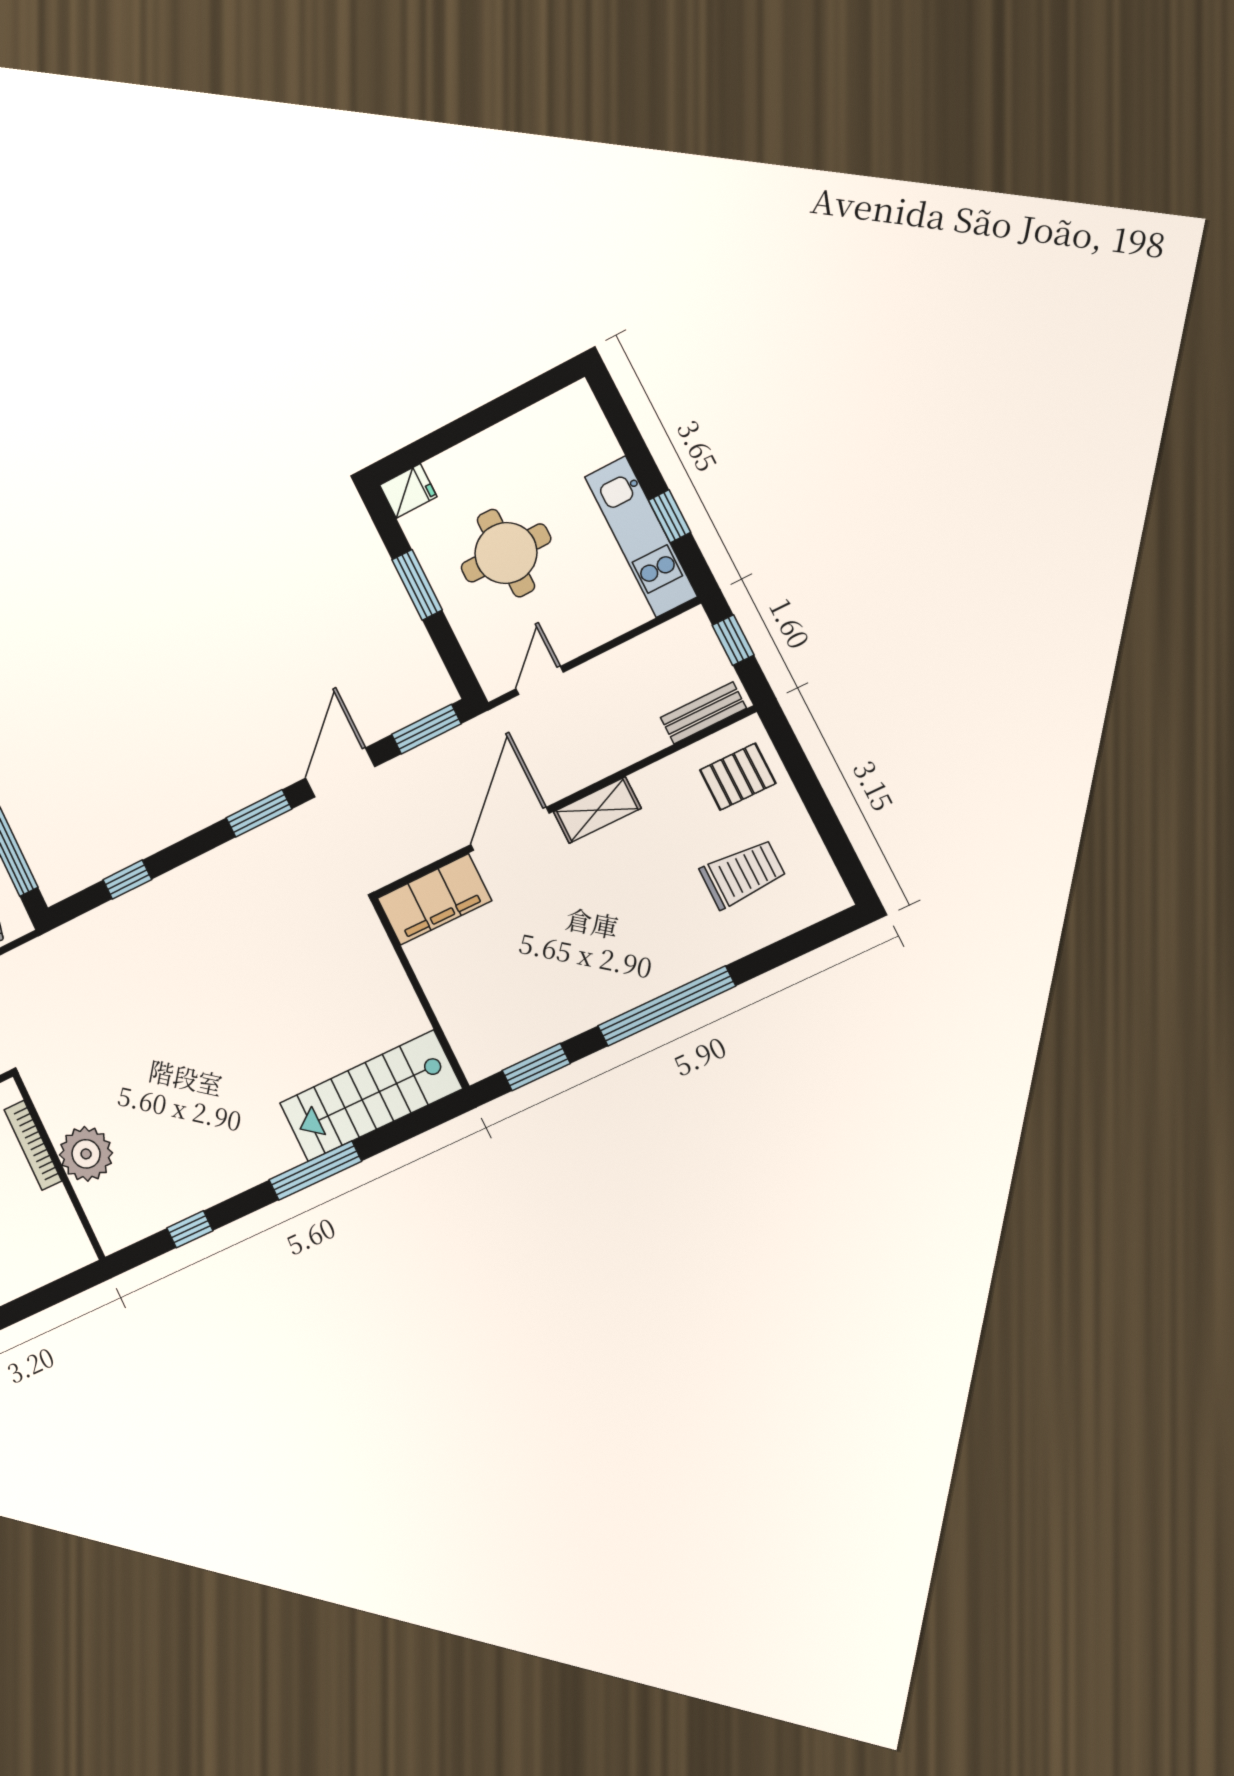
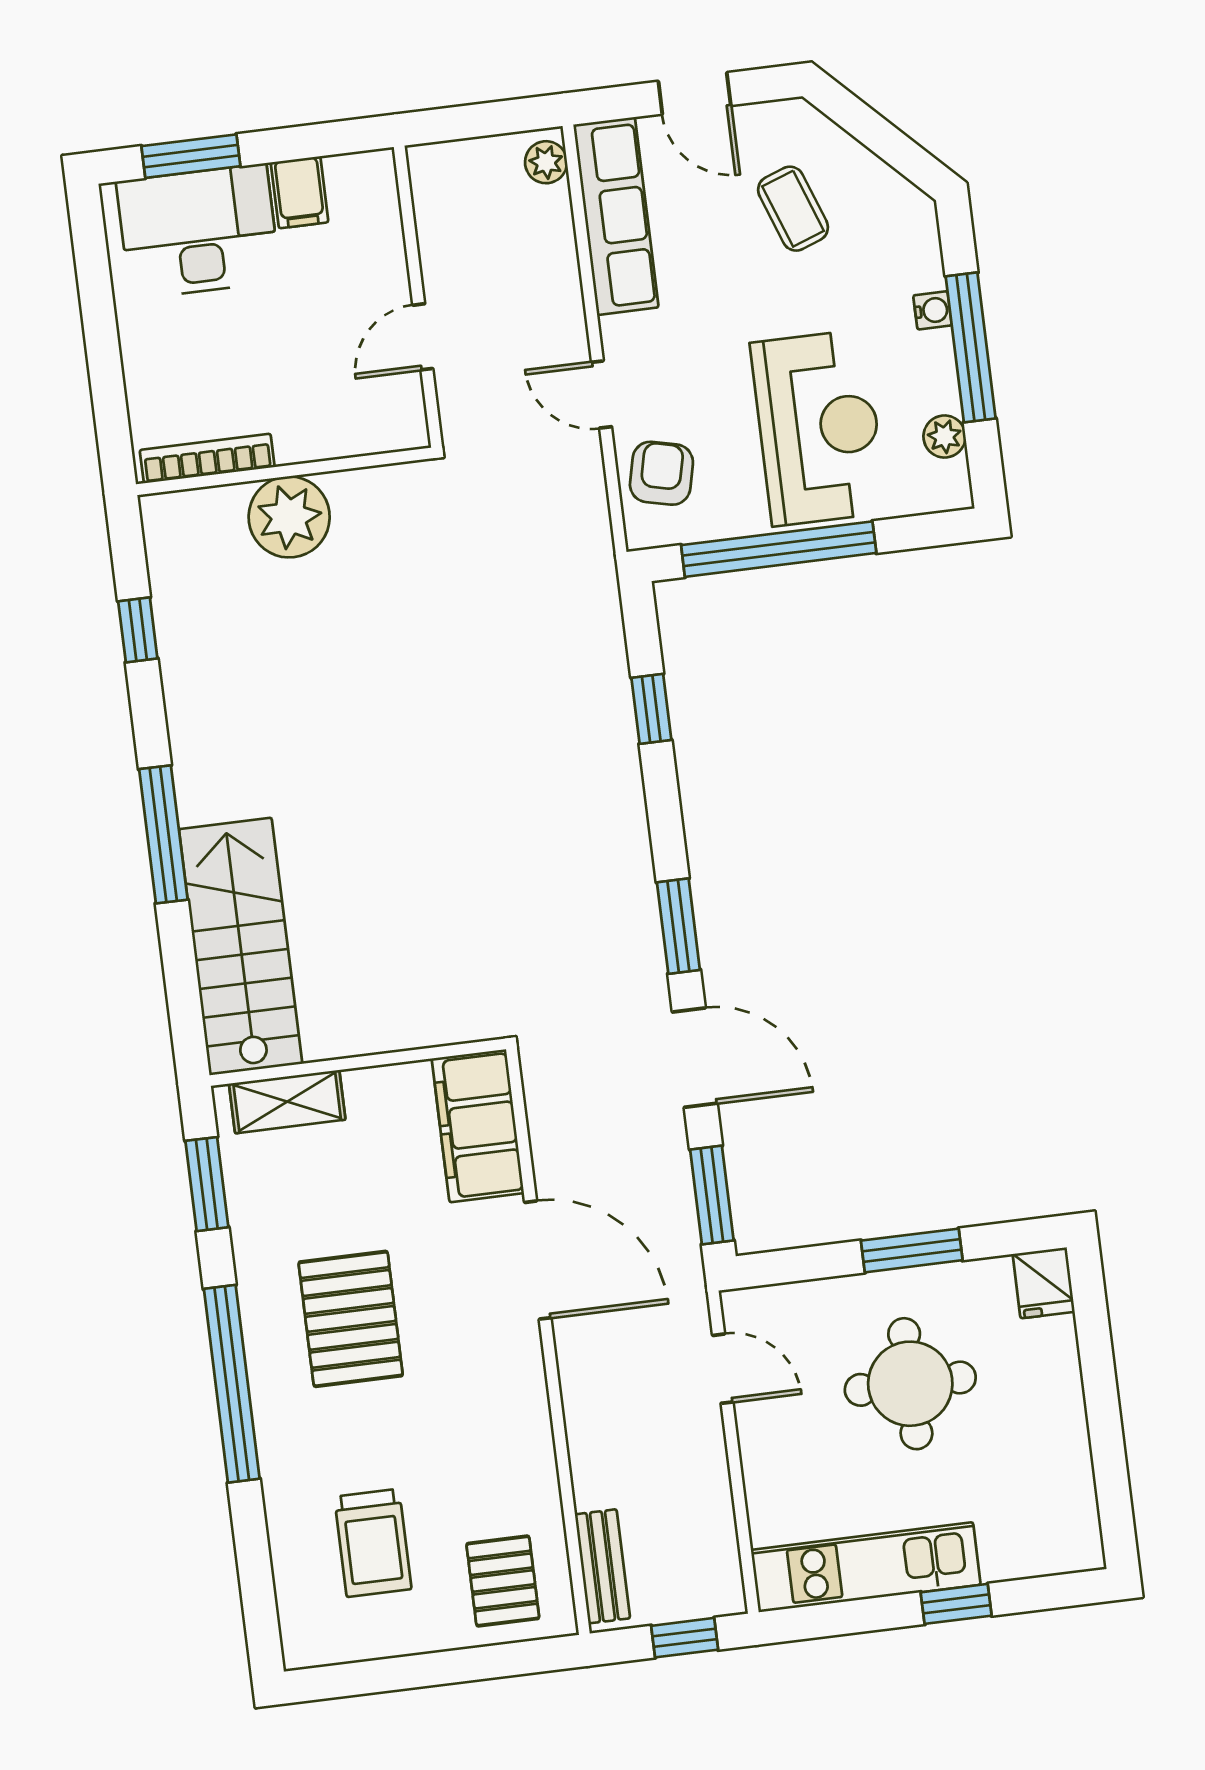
window: (670, 516) -> (956, 1604), moved
shelving: (597, 810) -> (287, 1102), moved, turned 90
pallet: (594, 940) -> (351, 1319), added
bookcase: (33, 1145) -> (207, 459), moved

